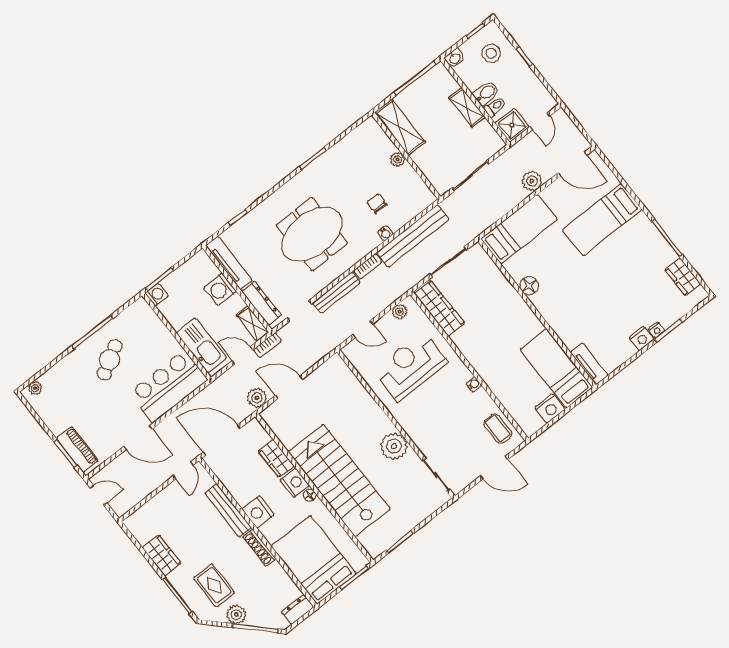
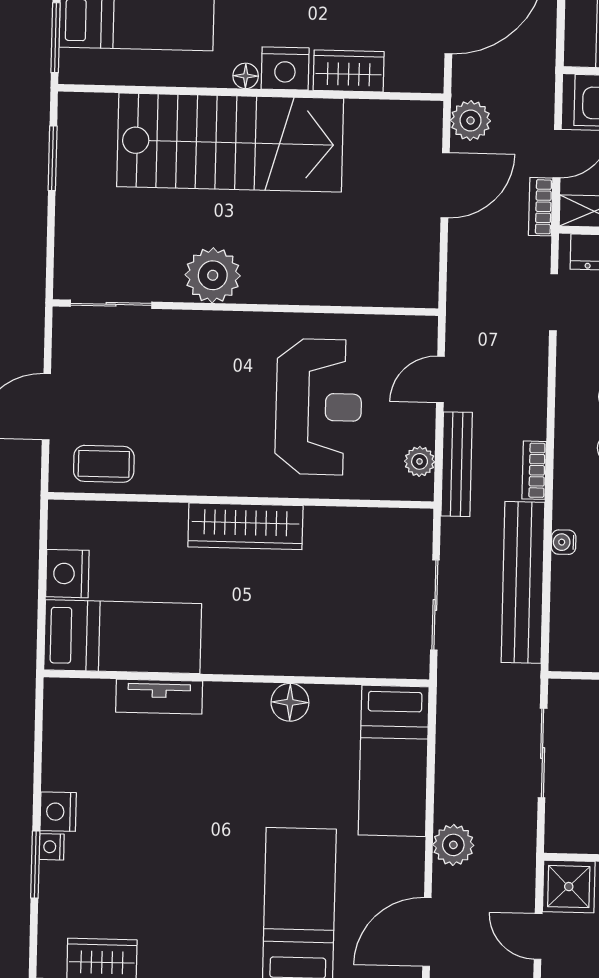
bench: (337, 293) -> (457, 464), moved
wardrobe: (439, 308) -> (245, 526), moved
tv unit: (589, 364) -> (159, 697), moved
water cooler: (474, 384) -> (206, 484), removed

